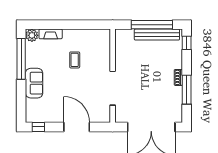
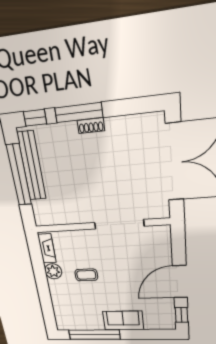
fireplace: (51, 34) -> (47, 248), moved
plant: (32, 35) -> (53, 271), moved
window: (187, 90) -> (79, 113), moved
door: (77, 127) -> (180, 282), moved

